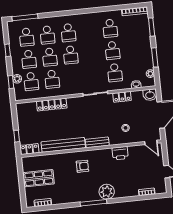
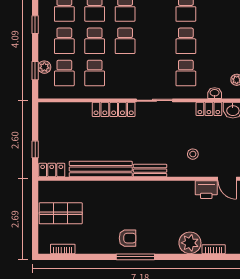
locker: (122, 97) -> (209, 109), moved
locker: (52, 105) -> (114, 109), moved
printer: (120, 153) -> (206, 190), moved
armchair: (82, 166) -> (128, 238), moved
plant: (107, 192) -> (190, 243), moved

